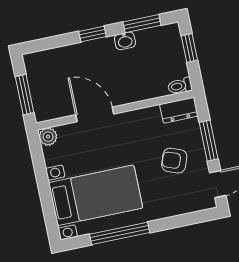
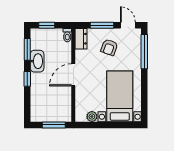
washbasin: (125, 41) -> (37, 61), width x1.91, depth x1.45
door: (95, 114) -> (73, 75), moved
plant: (48, 137) -> (92, 117), moved
window: (120, 233) -> (144, 52), moved

